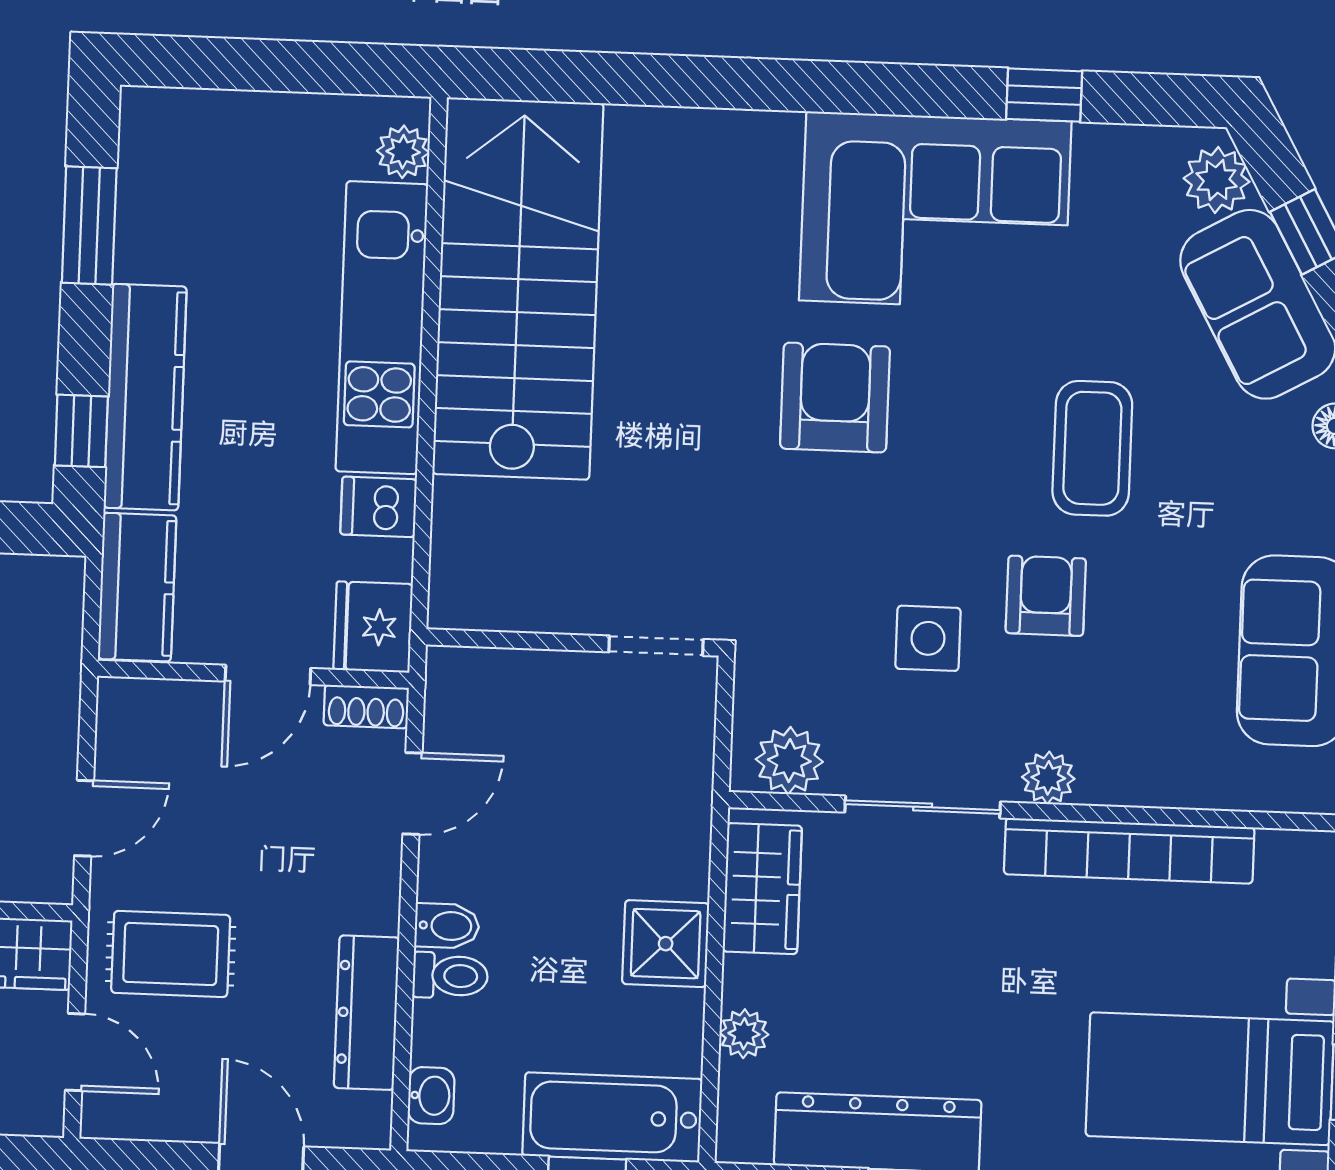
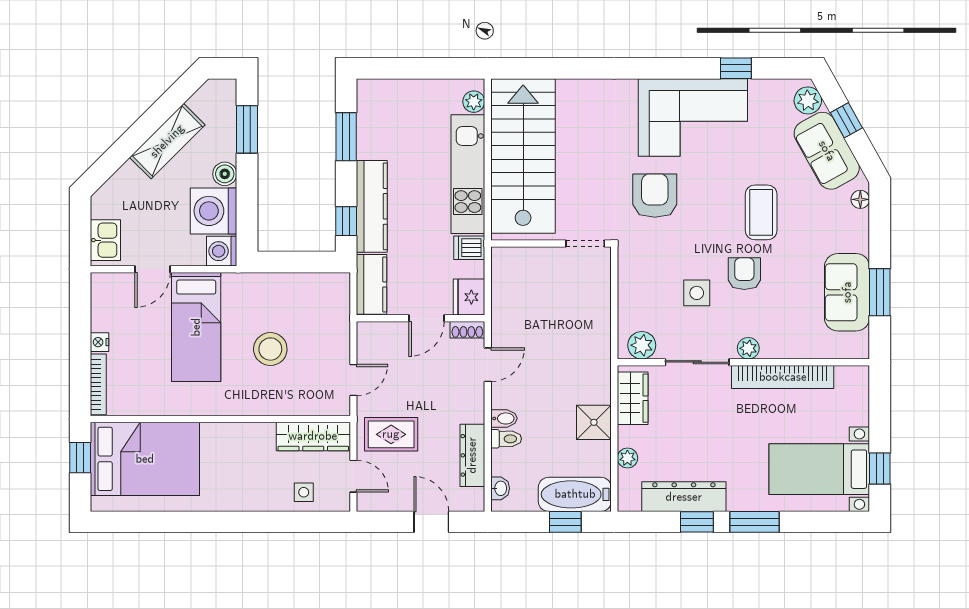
wall: (573, 642) -> (551, 243), moved
doorway: (656, 646) -> (585, 243), moved

